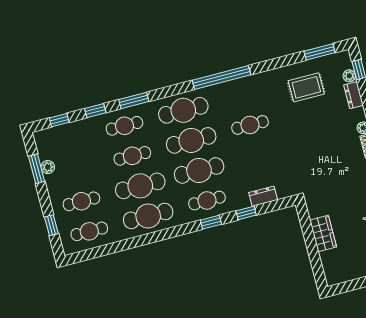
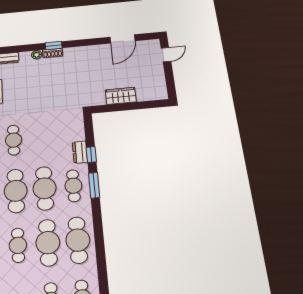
dresser: (263, 196) -> (80, 152), moved
window: (211, 222) -> (94, 185), width x1.50

